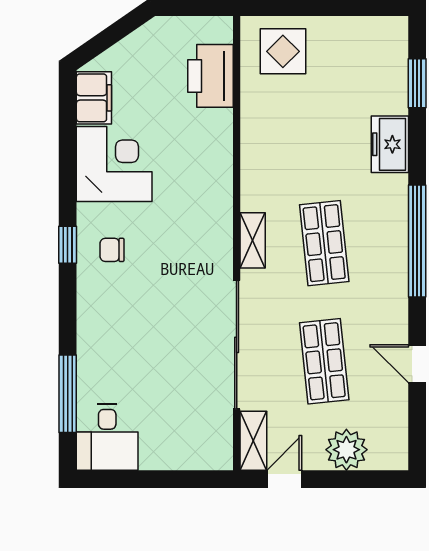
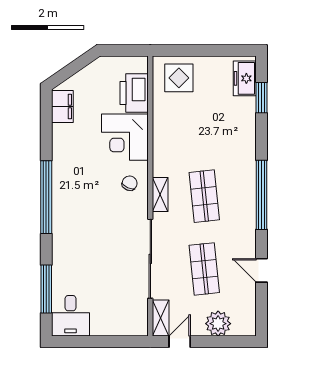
freezer: (390, 144) -> (245, 78), moved
corner desk: (114, 164) -> (125, 137), moved, turned 180
window: (68, 245) -> (46, 197), width x3.17
chair: (112, 250) -> (130, 183), moved, turned 114

